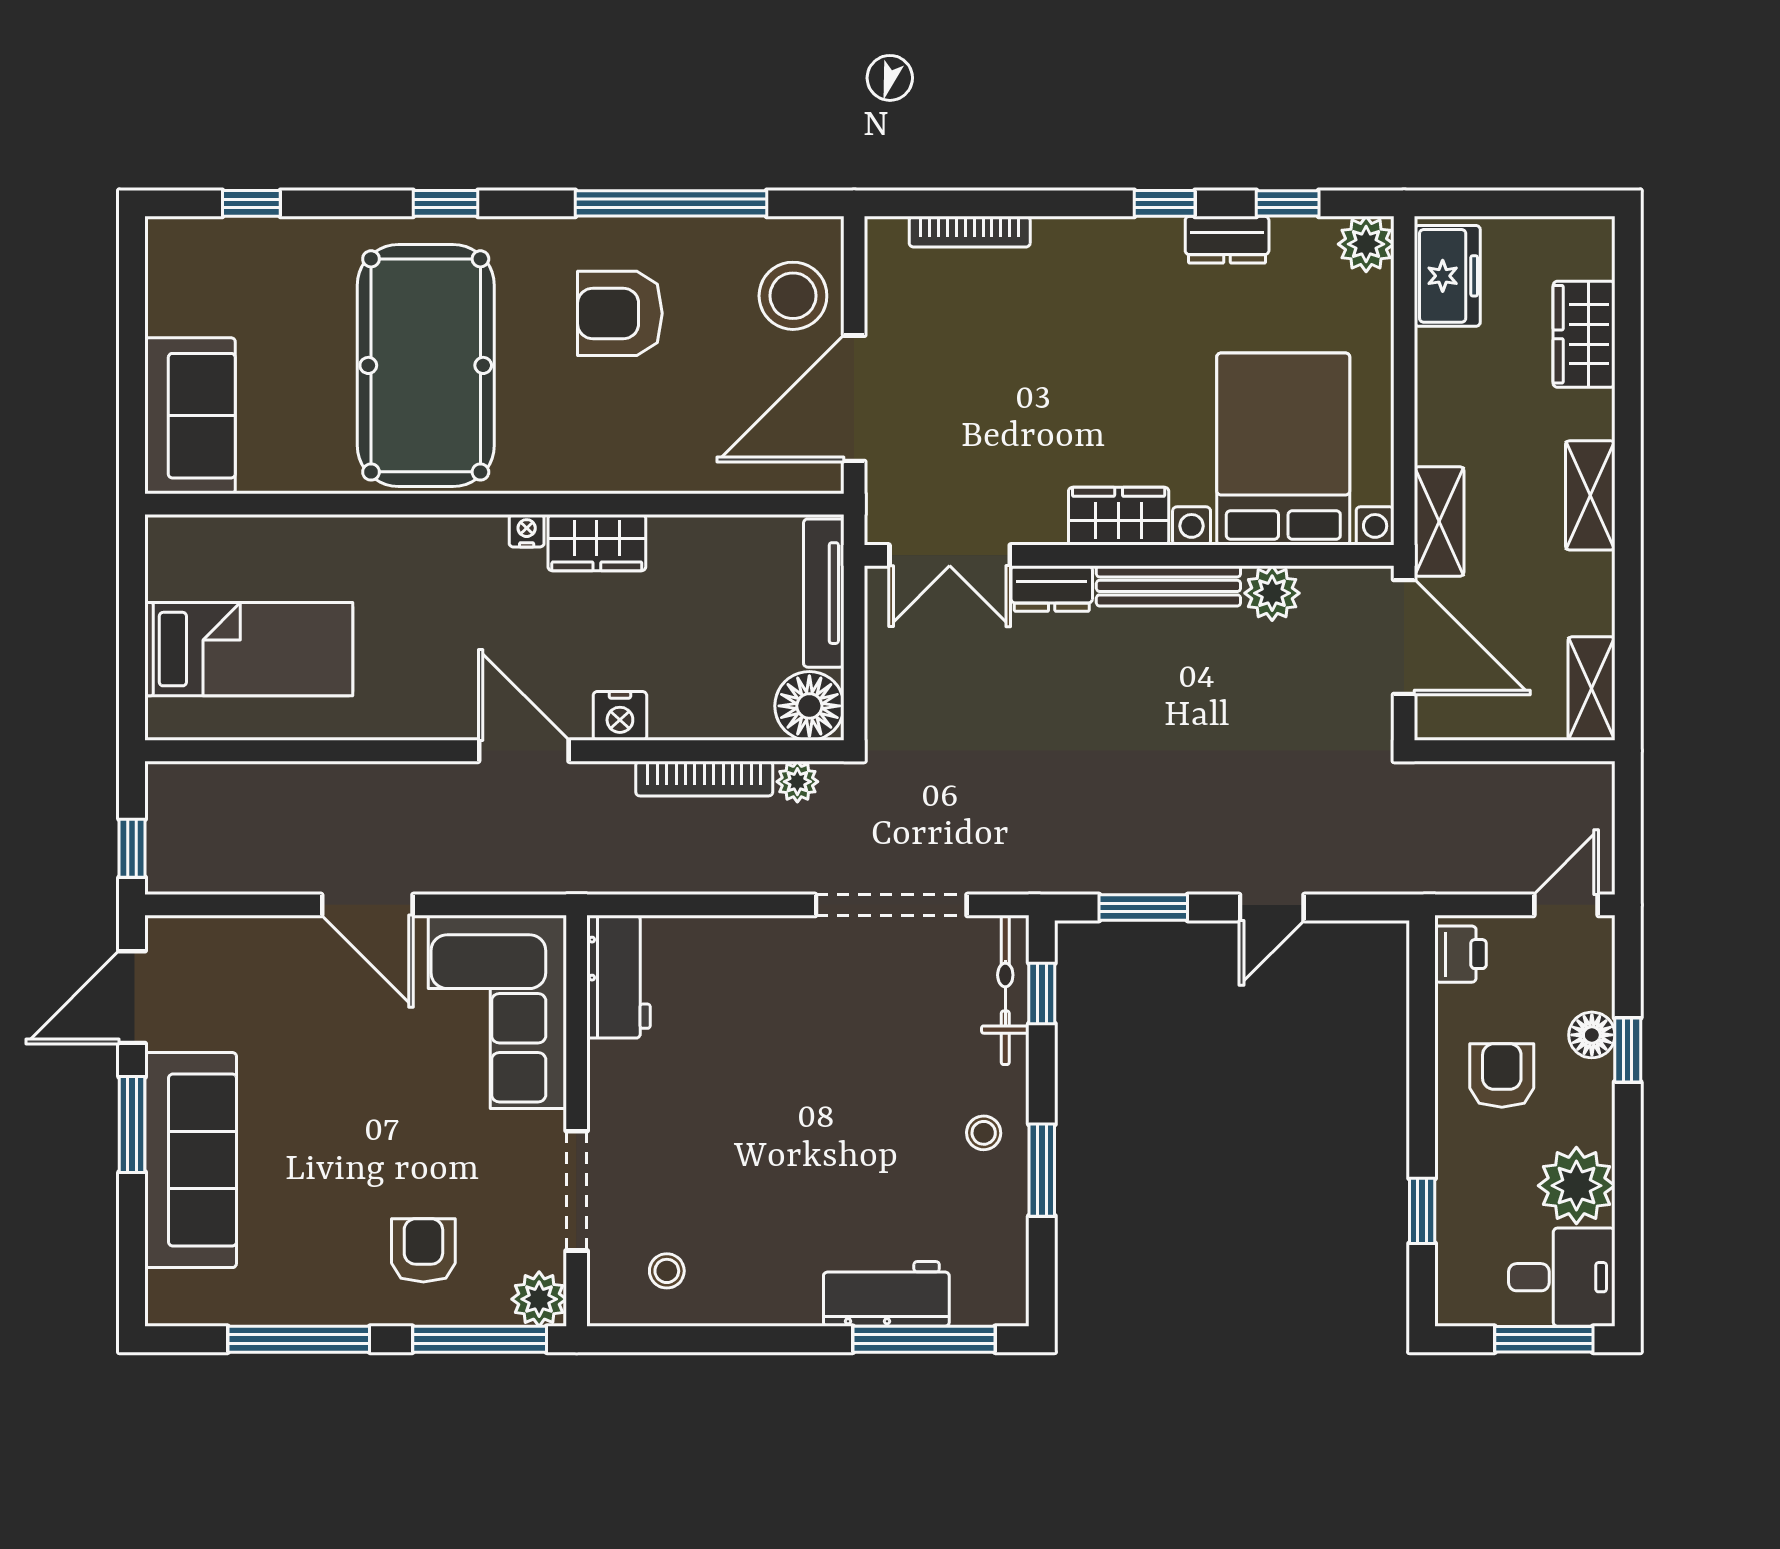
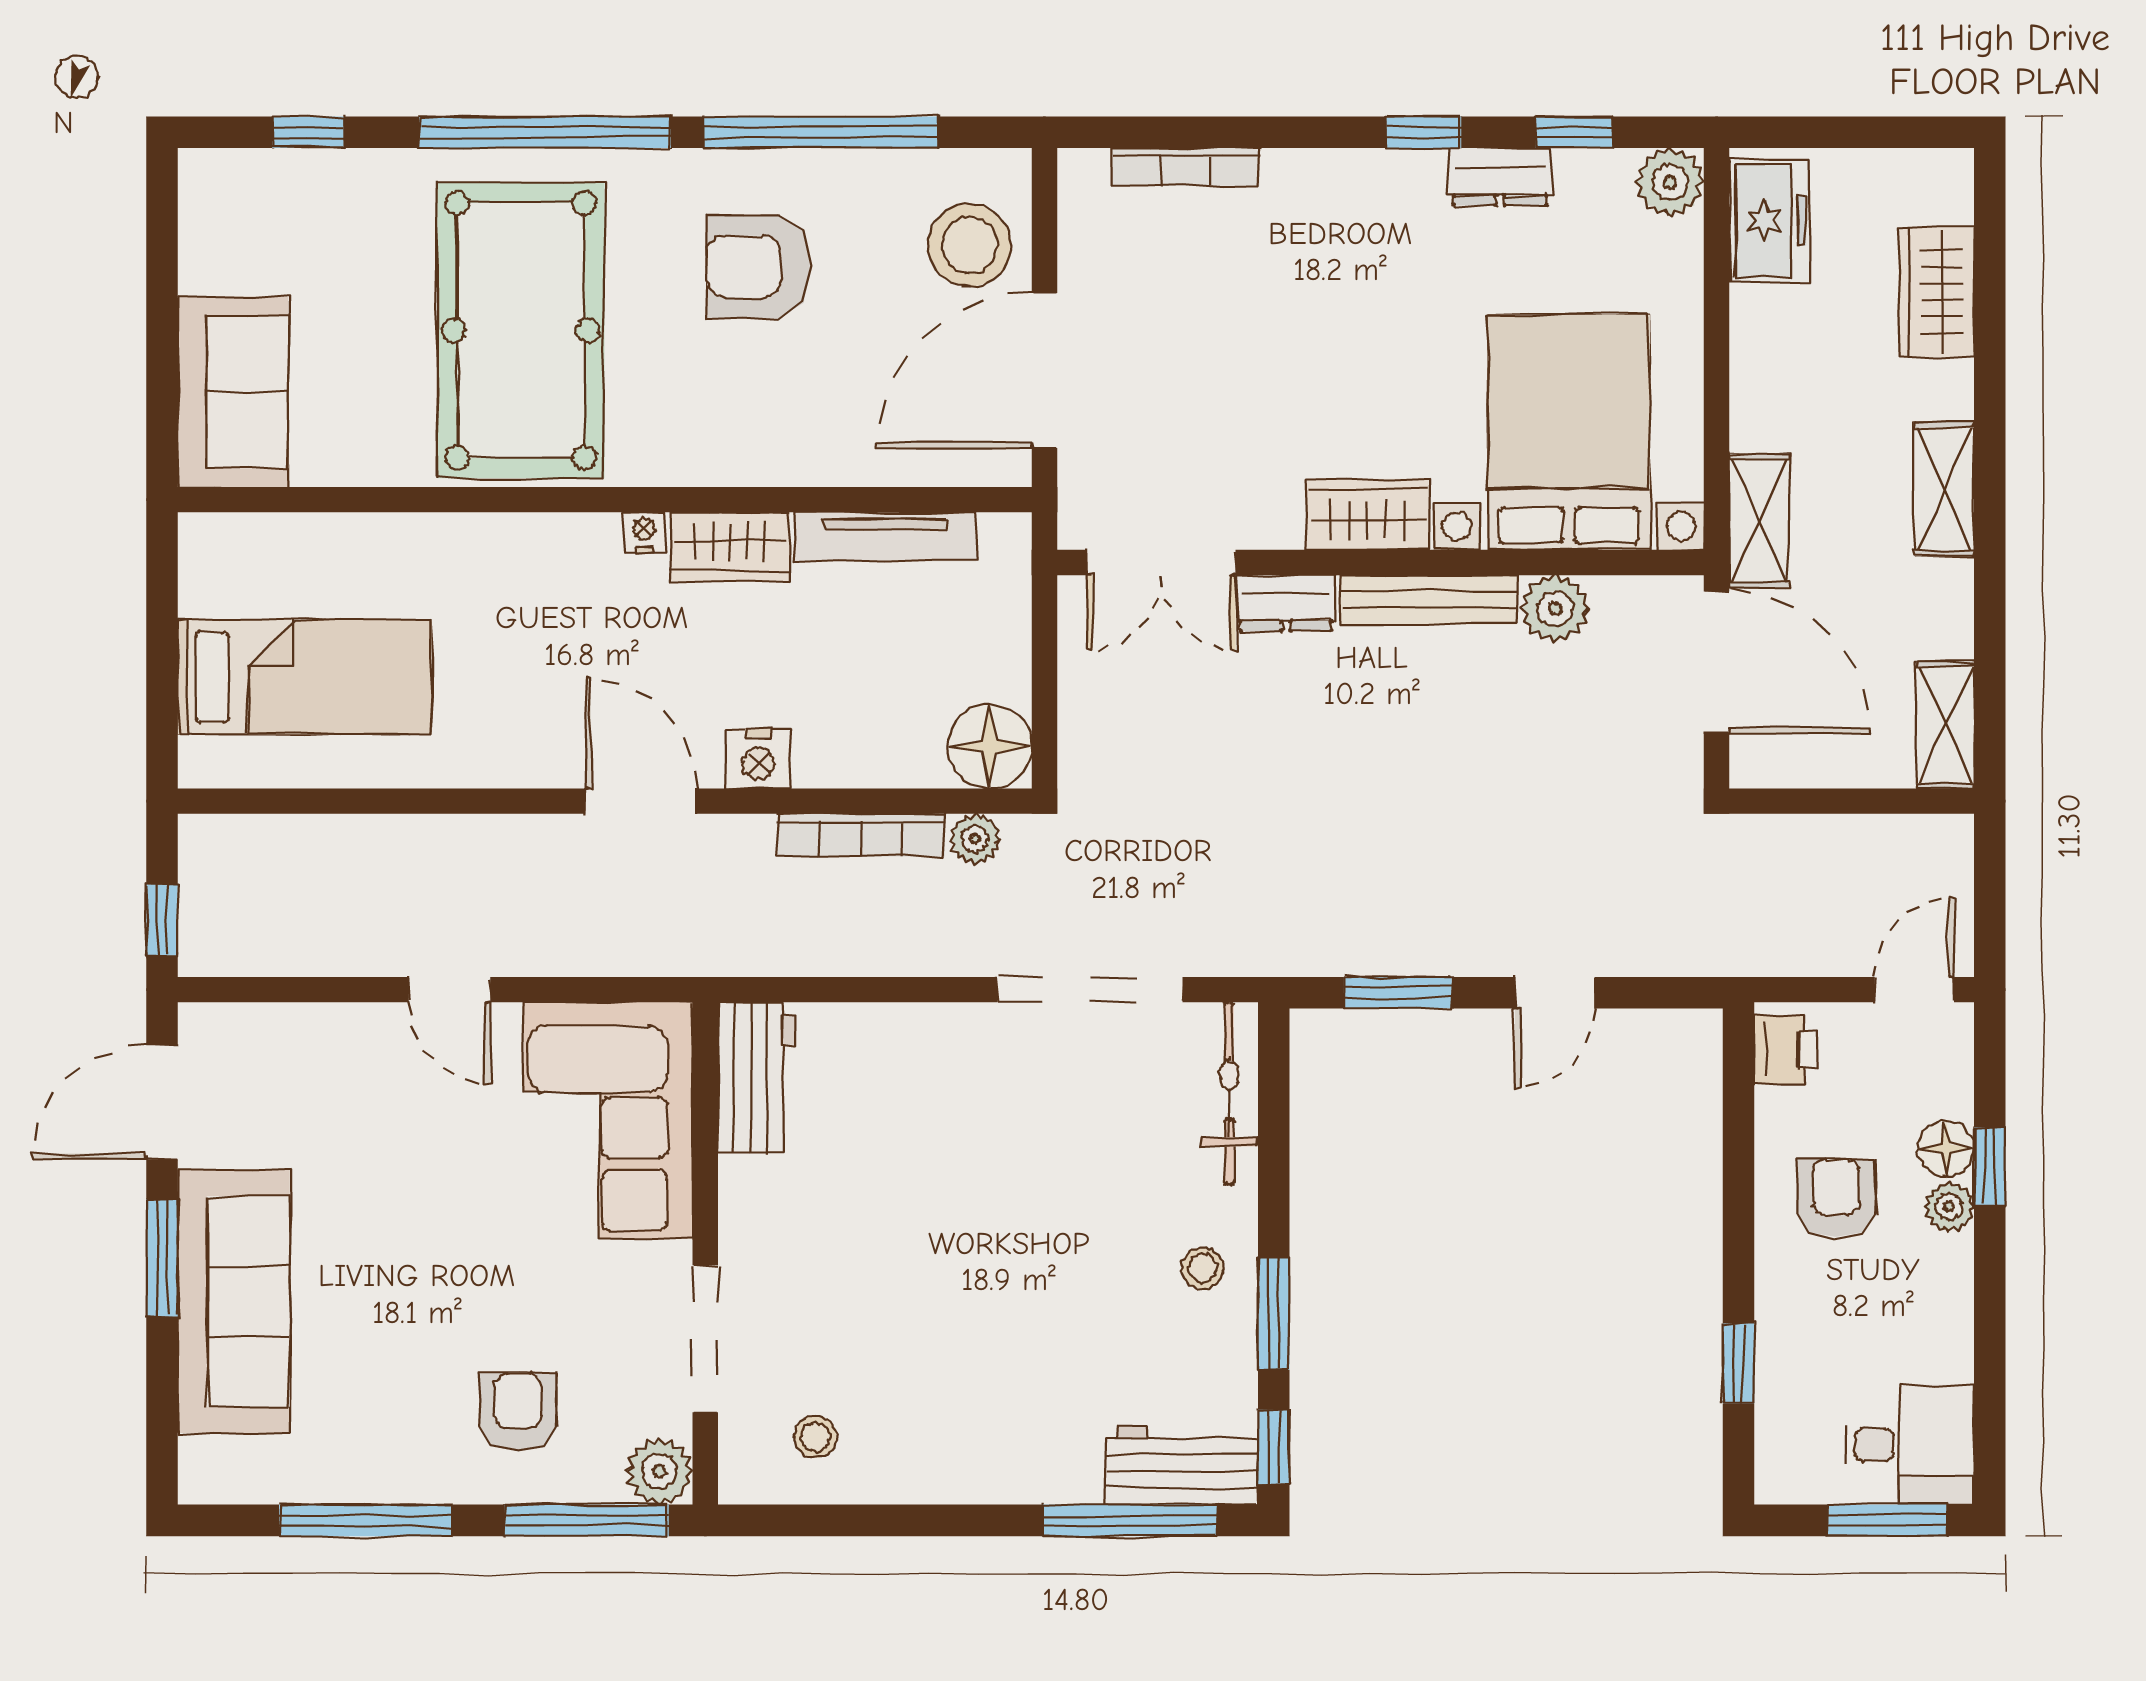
window: (446, 203) -> (545, 132), width x3.17
tv unit: (824, 593) -> (885, 537), moved, turned -90
door: (367, 905) -> (450, 990), width x0.73
window: (1042, 993) -> (1274, 1447), moved
plant: (1576, 1186) -> (1949, 1207), moved, width x0.53, depth x0.53
workbench: (886, 1294) -> (1181, 1465), moved

